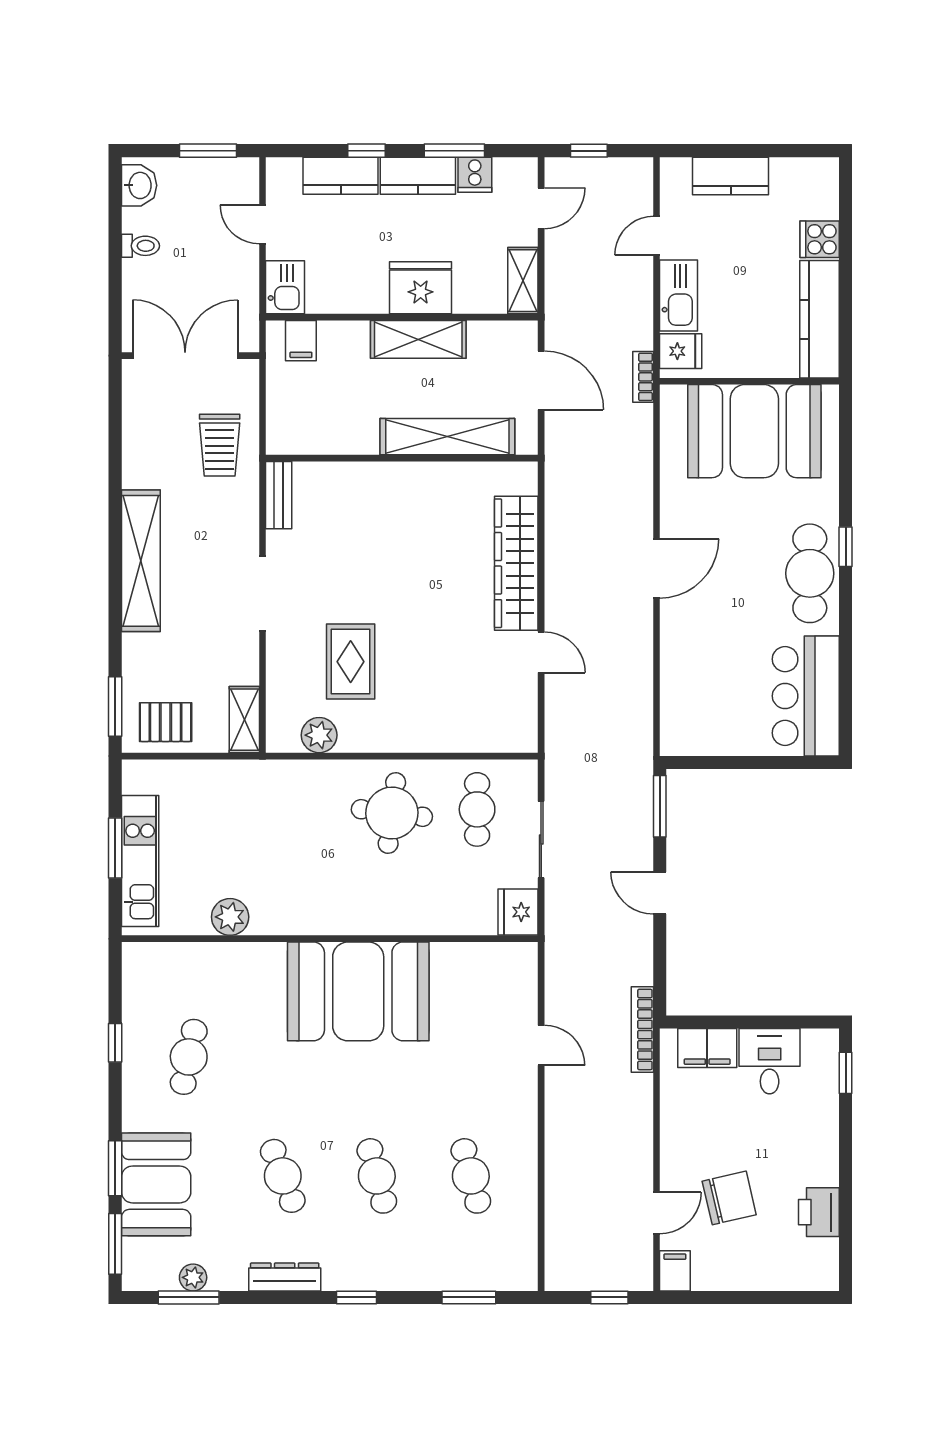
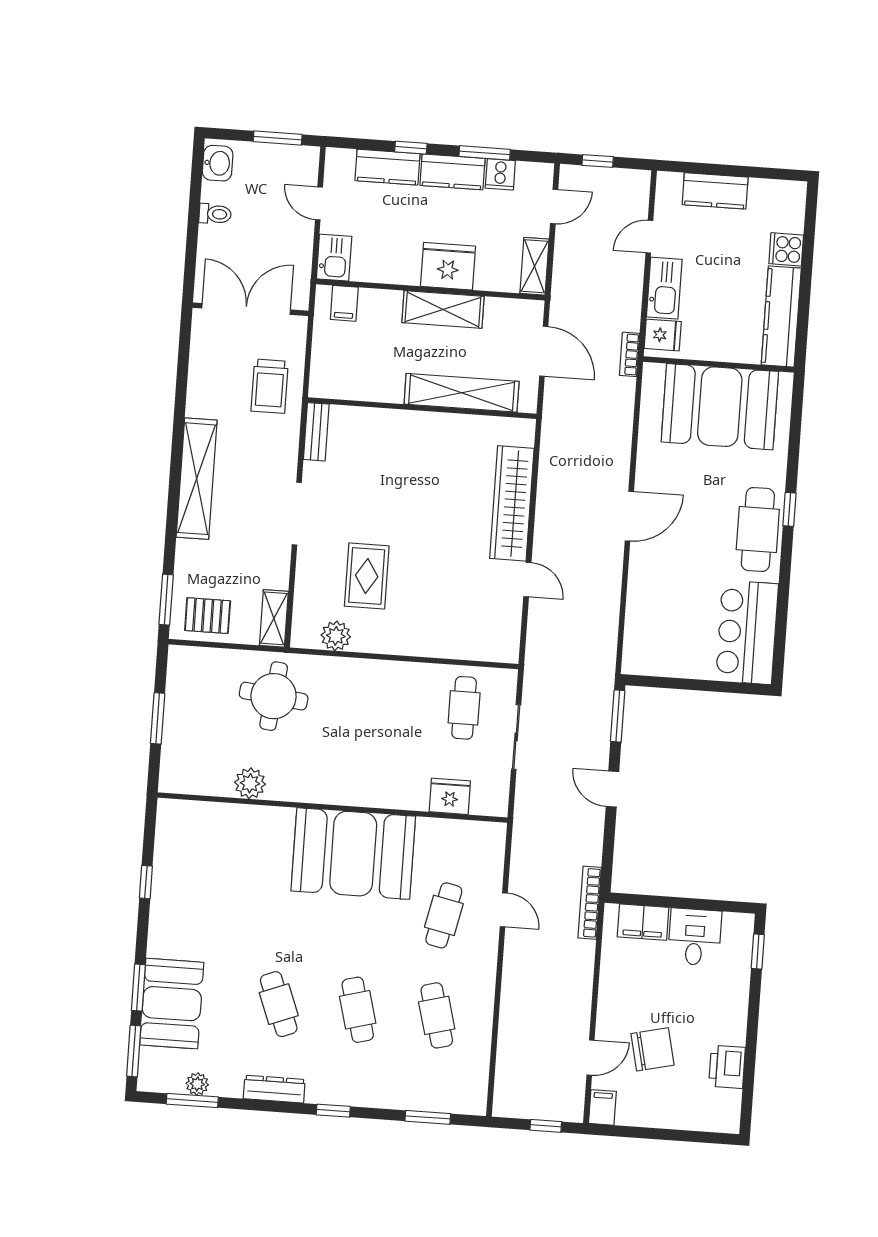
round table: (392, 813) -> (274, 696), moved
kitchen unit: (140, 861) -> (178, 731), removed
fridge: (518, 912) -> (450, 796), moved, turned 90
cafe table: (189, 1057) -> (444, 915), moved

